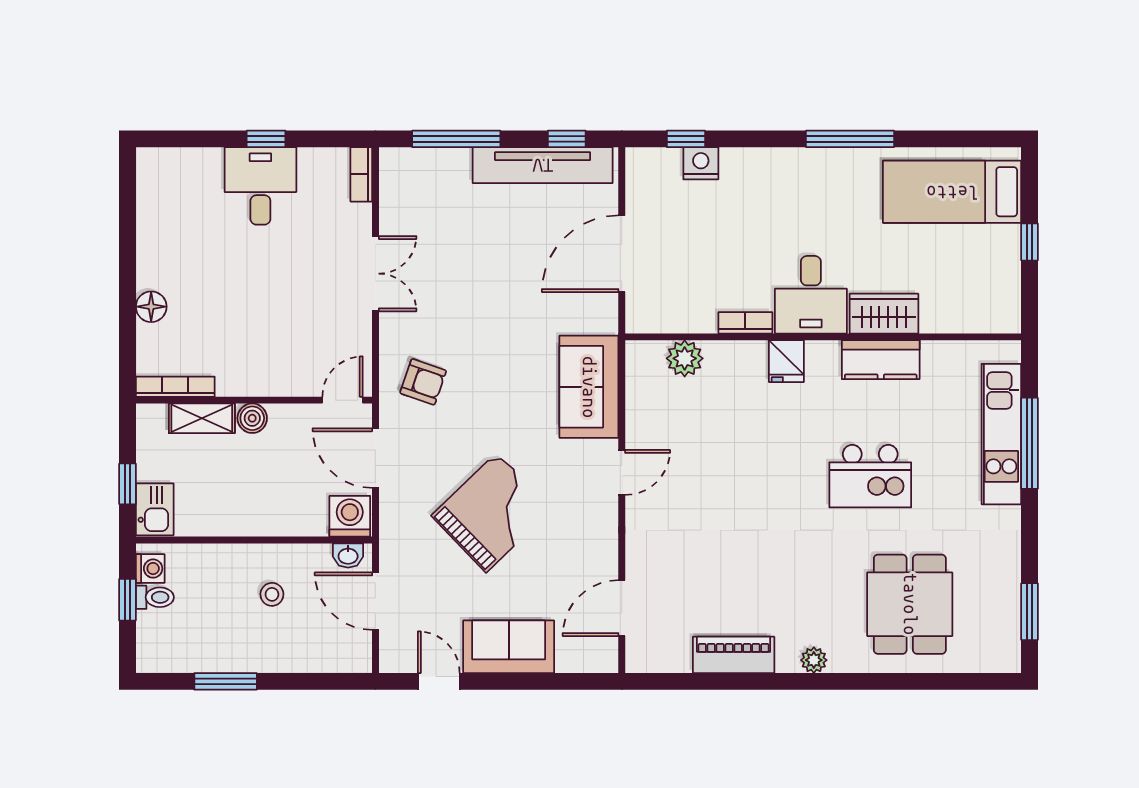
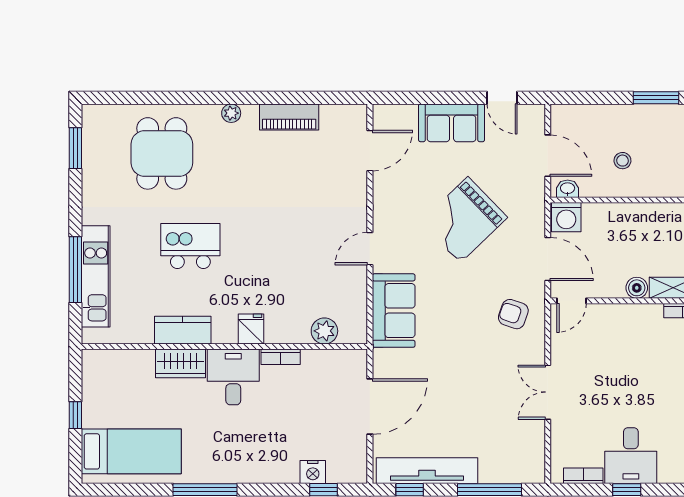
bookcase: (361, 174) -> (583, 476), moved, turned -90

